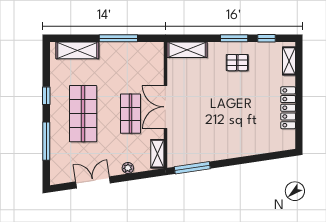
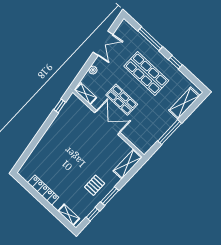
window: (192, 168) -> (60, 106), width x0.46

